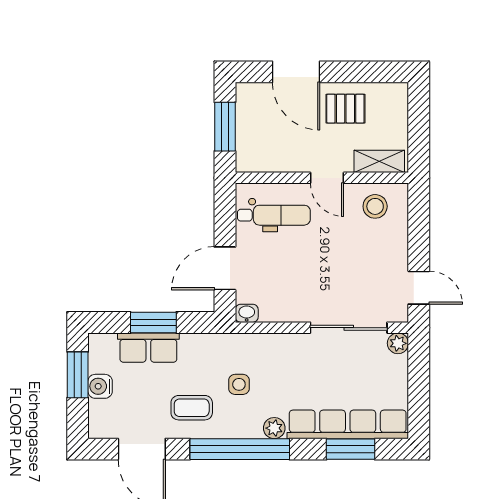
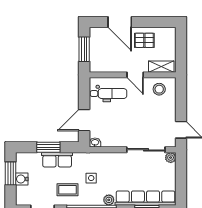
row of seats: (148, 348) -> (57, 160), moved

